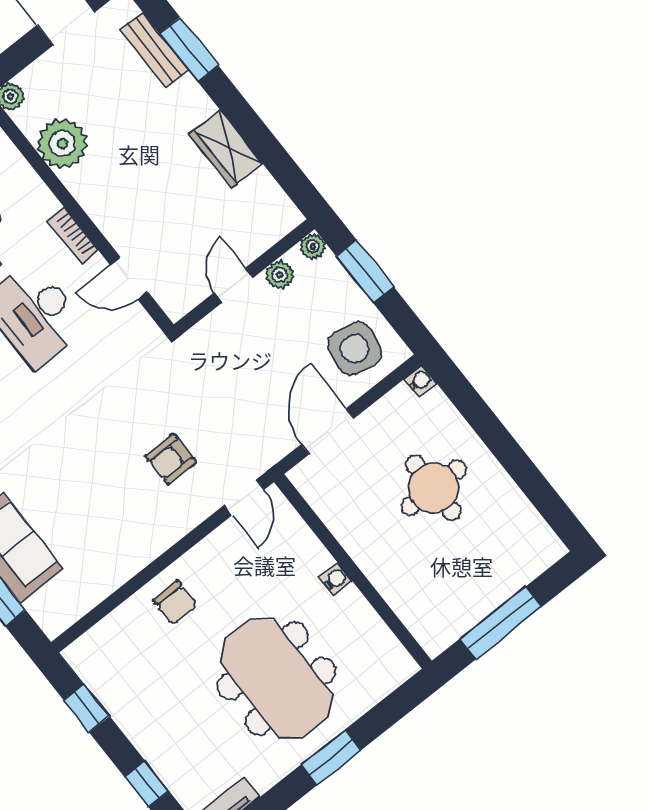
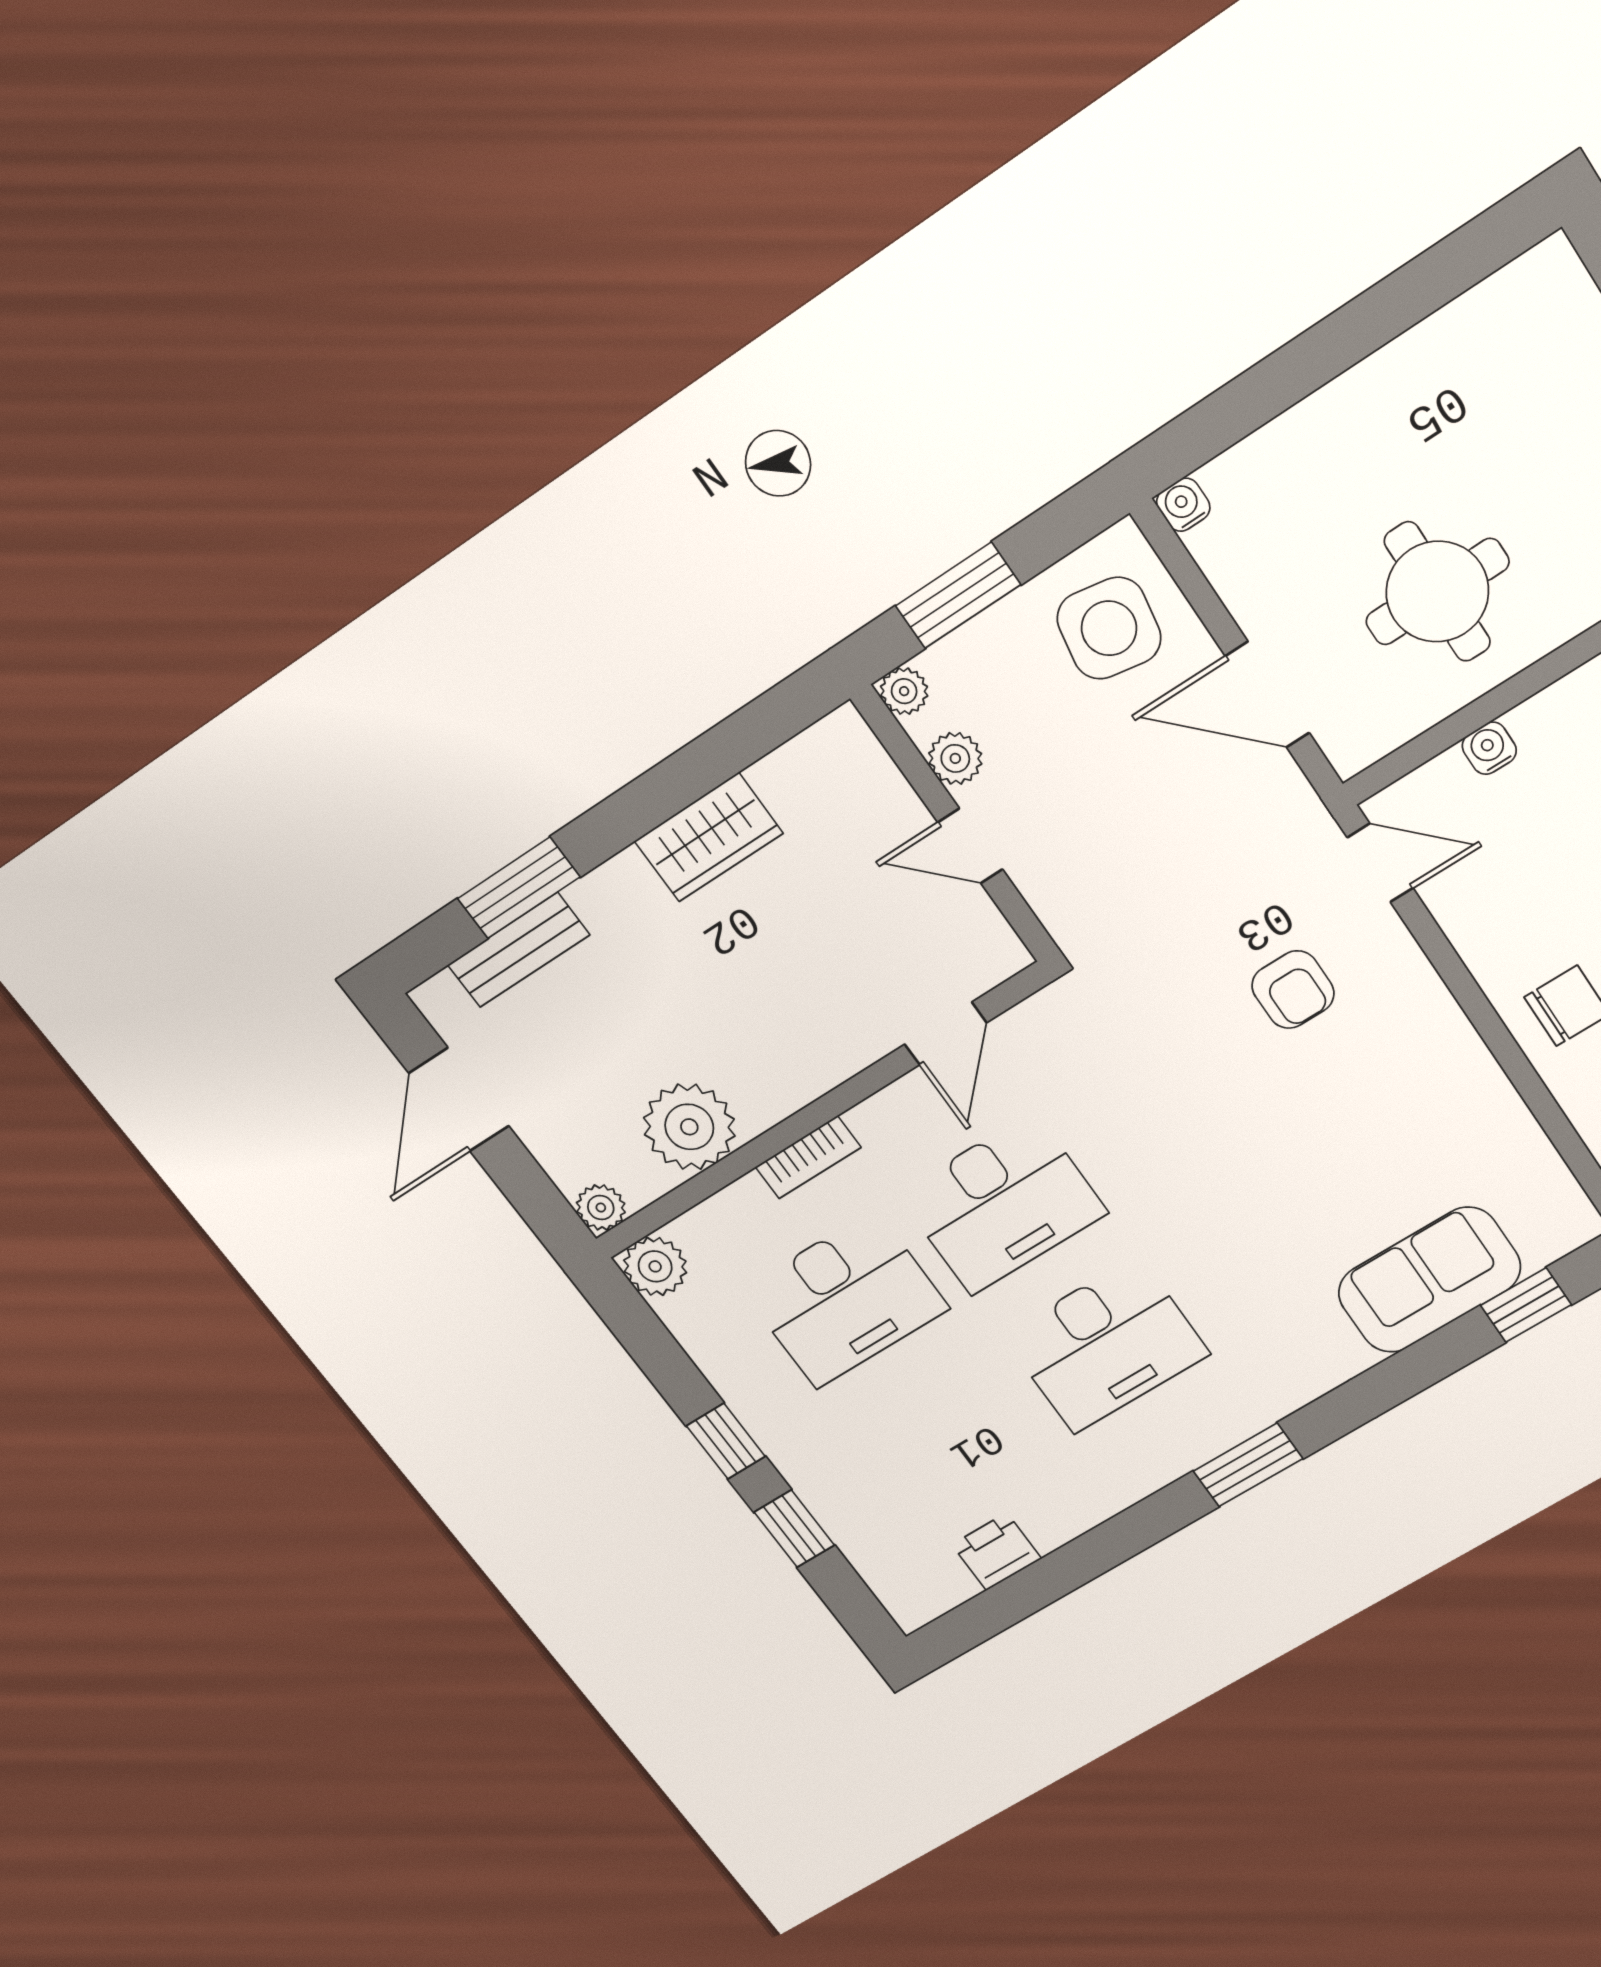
bookcase: (73, 236) -> (808, 1157), moved
round table: (434, 488) -> (1437, 592), moved
water cooler: (336, 579) -> (1489, 748), moved

